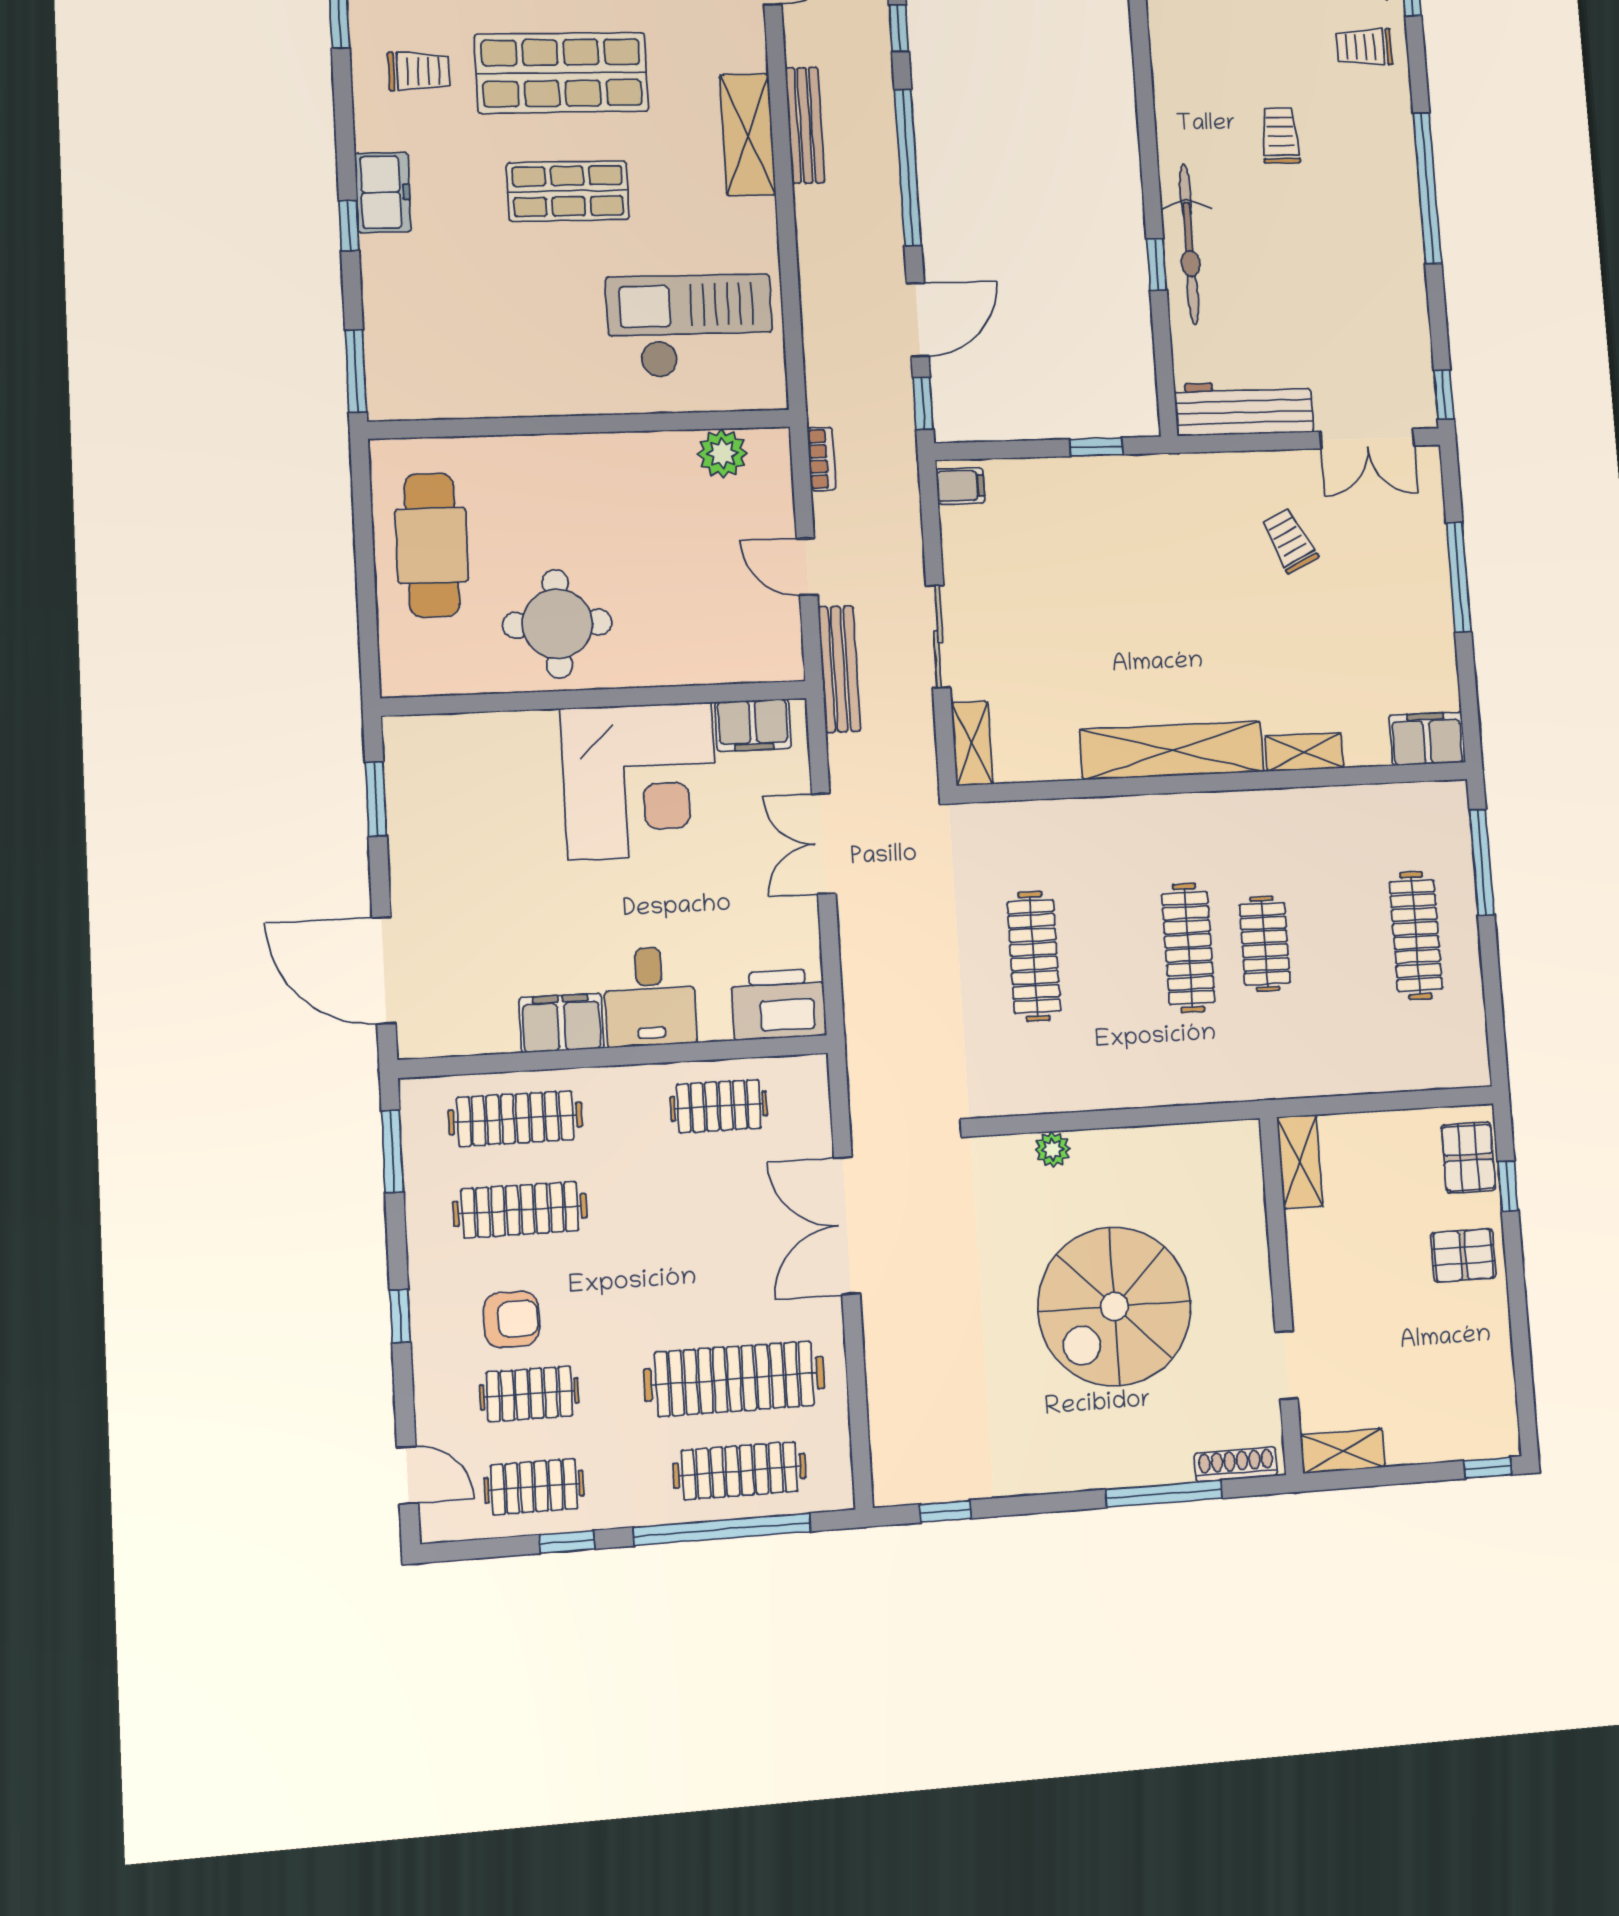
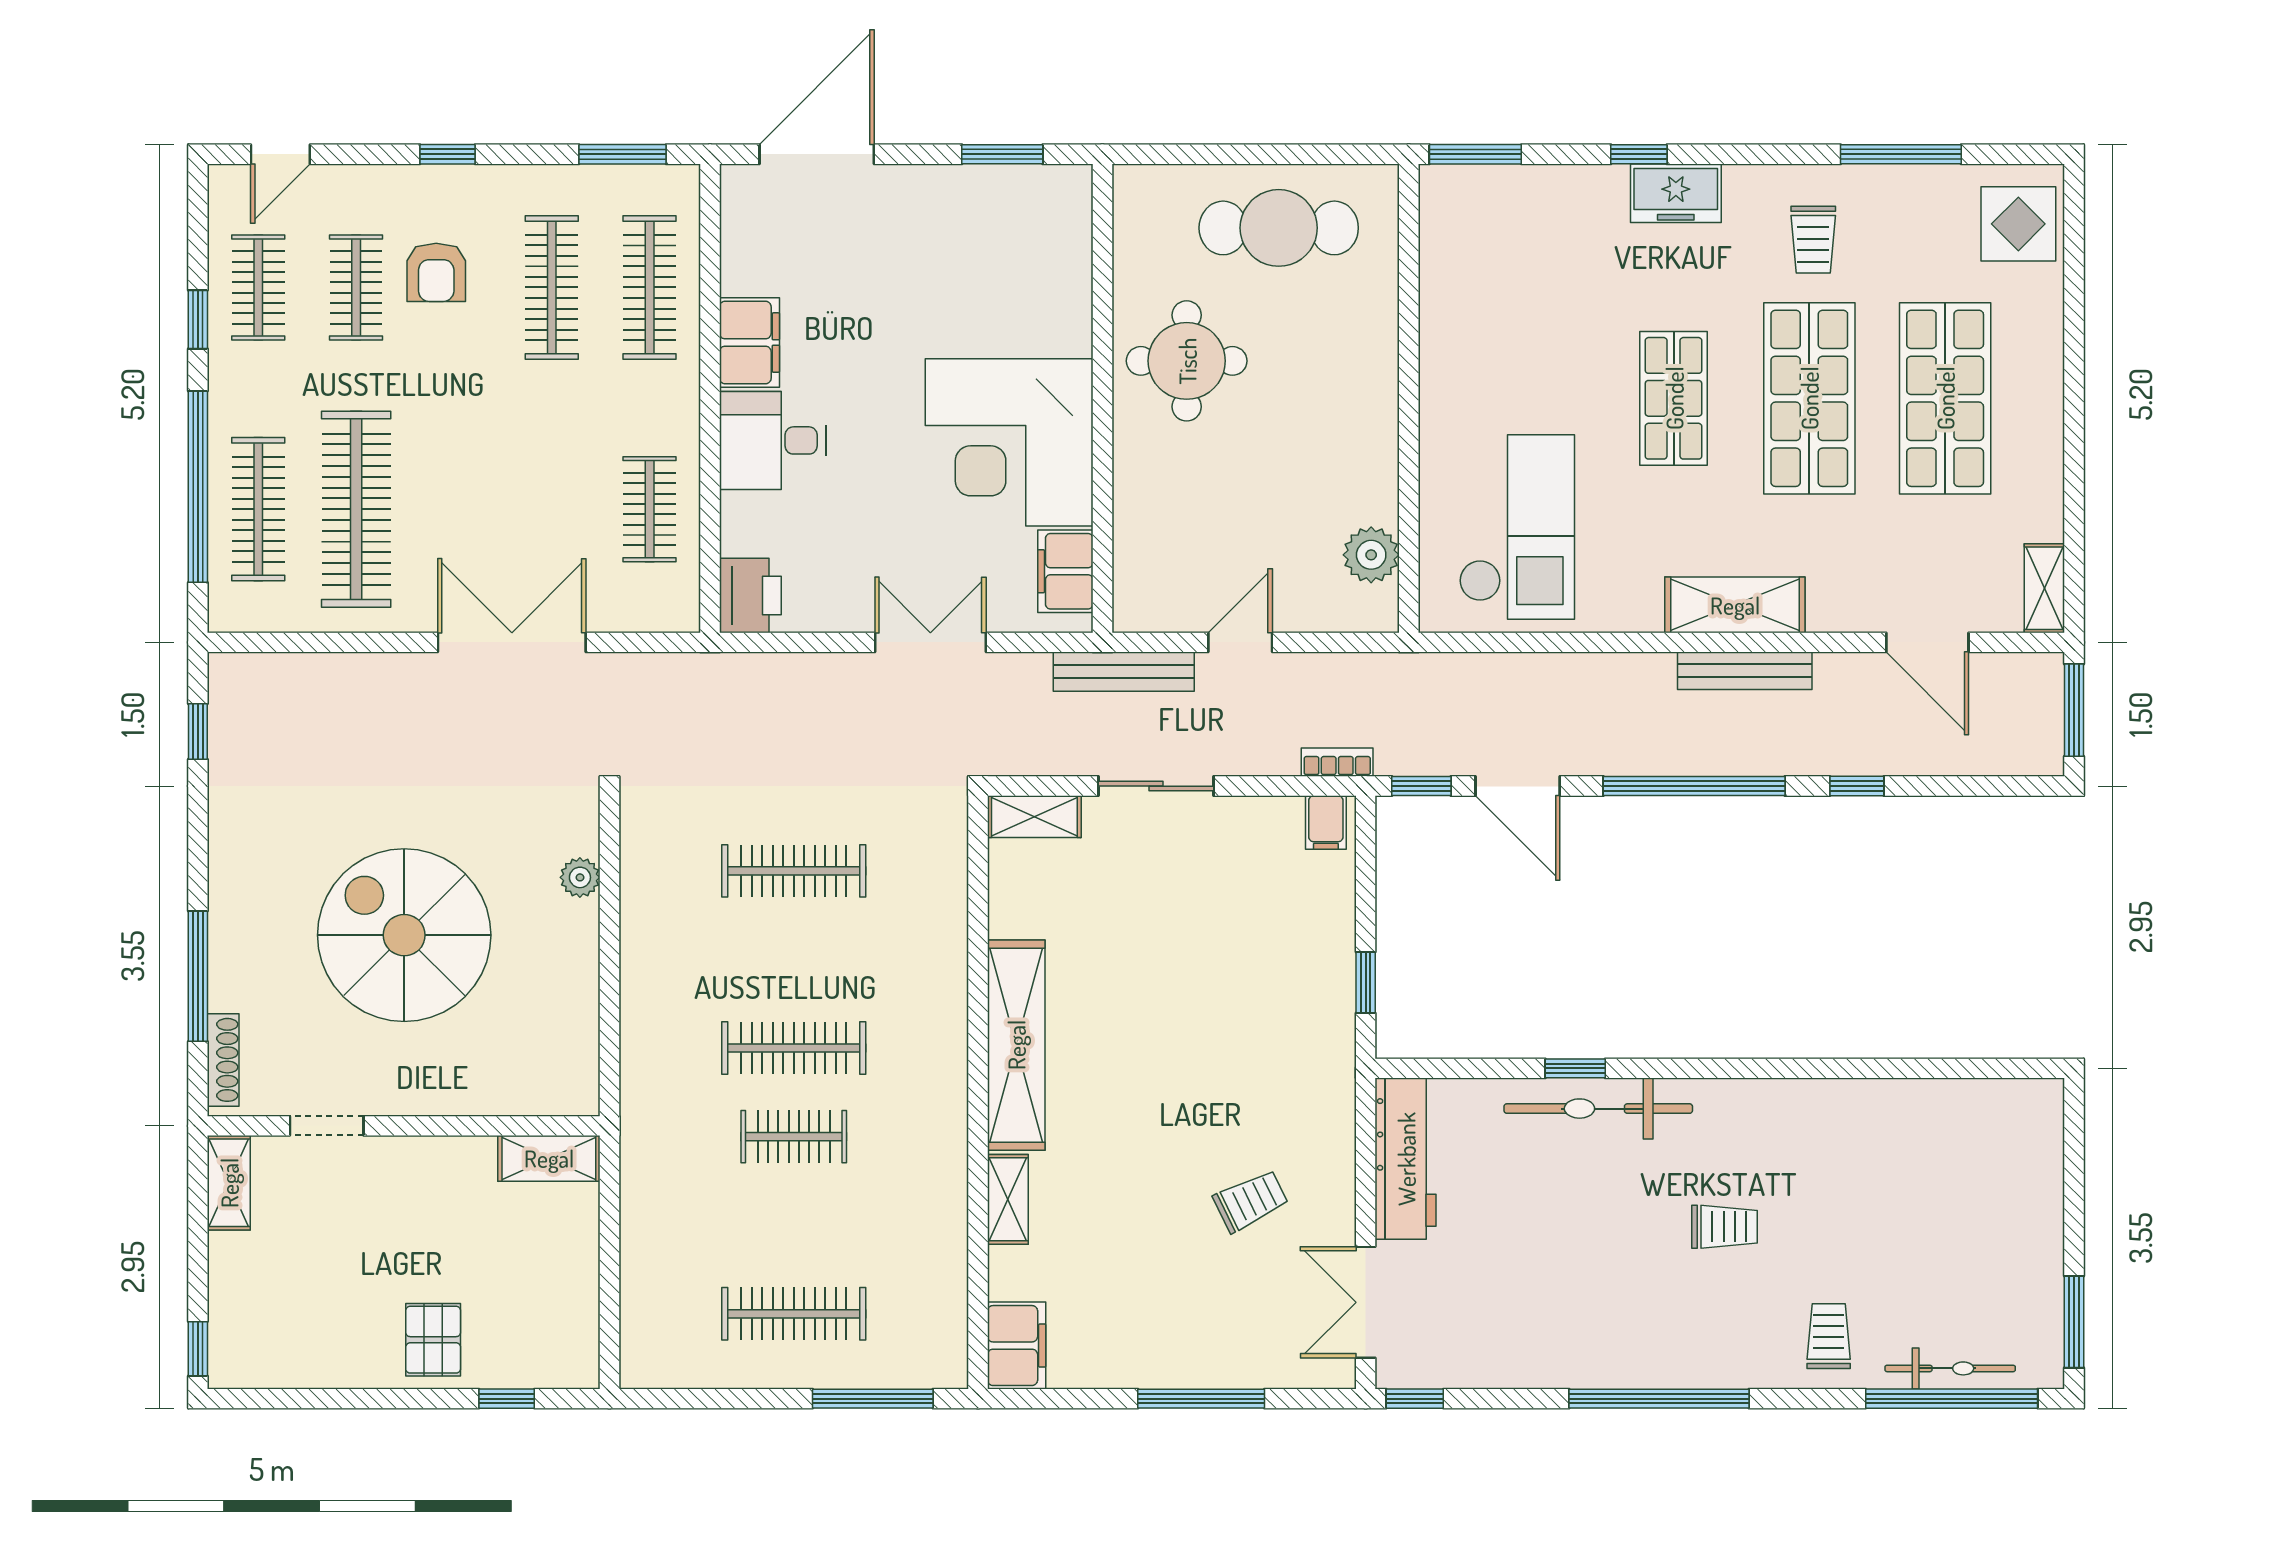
bookcase: (821, 459) -> (1337, 762), moved, turned 180
printer: (779, 1004) -> (750, 596), width x0.73, depth x0.84
pallet: (1468, 1157) -> (541, 1355), removed

